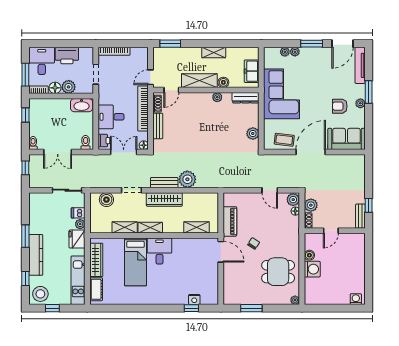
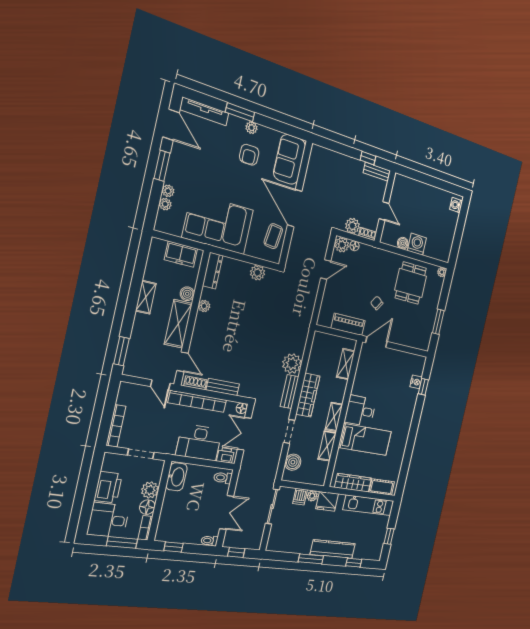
desk: (111, 117) -> (199, 442), width x1.37
stool: (40, 294) -> (373, 548), removed

